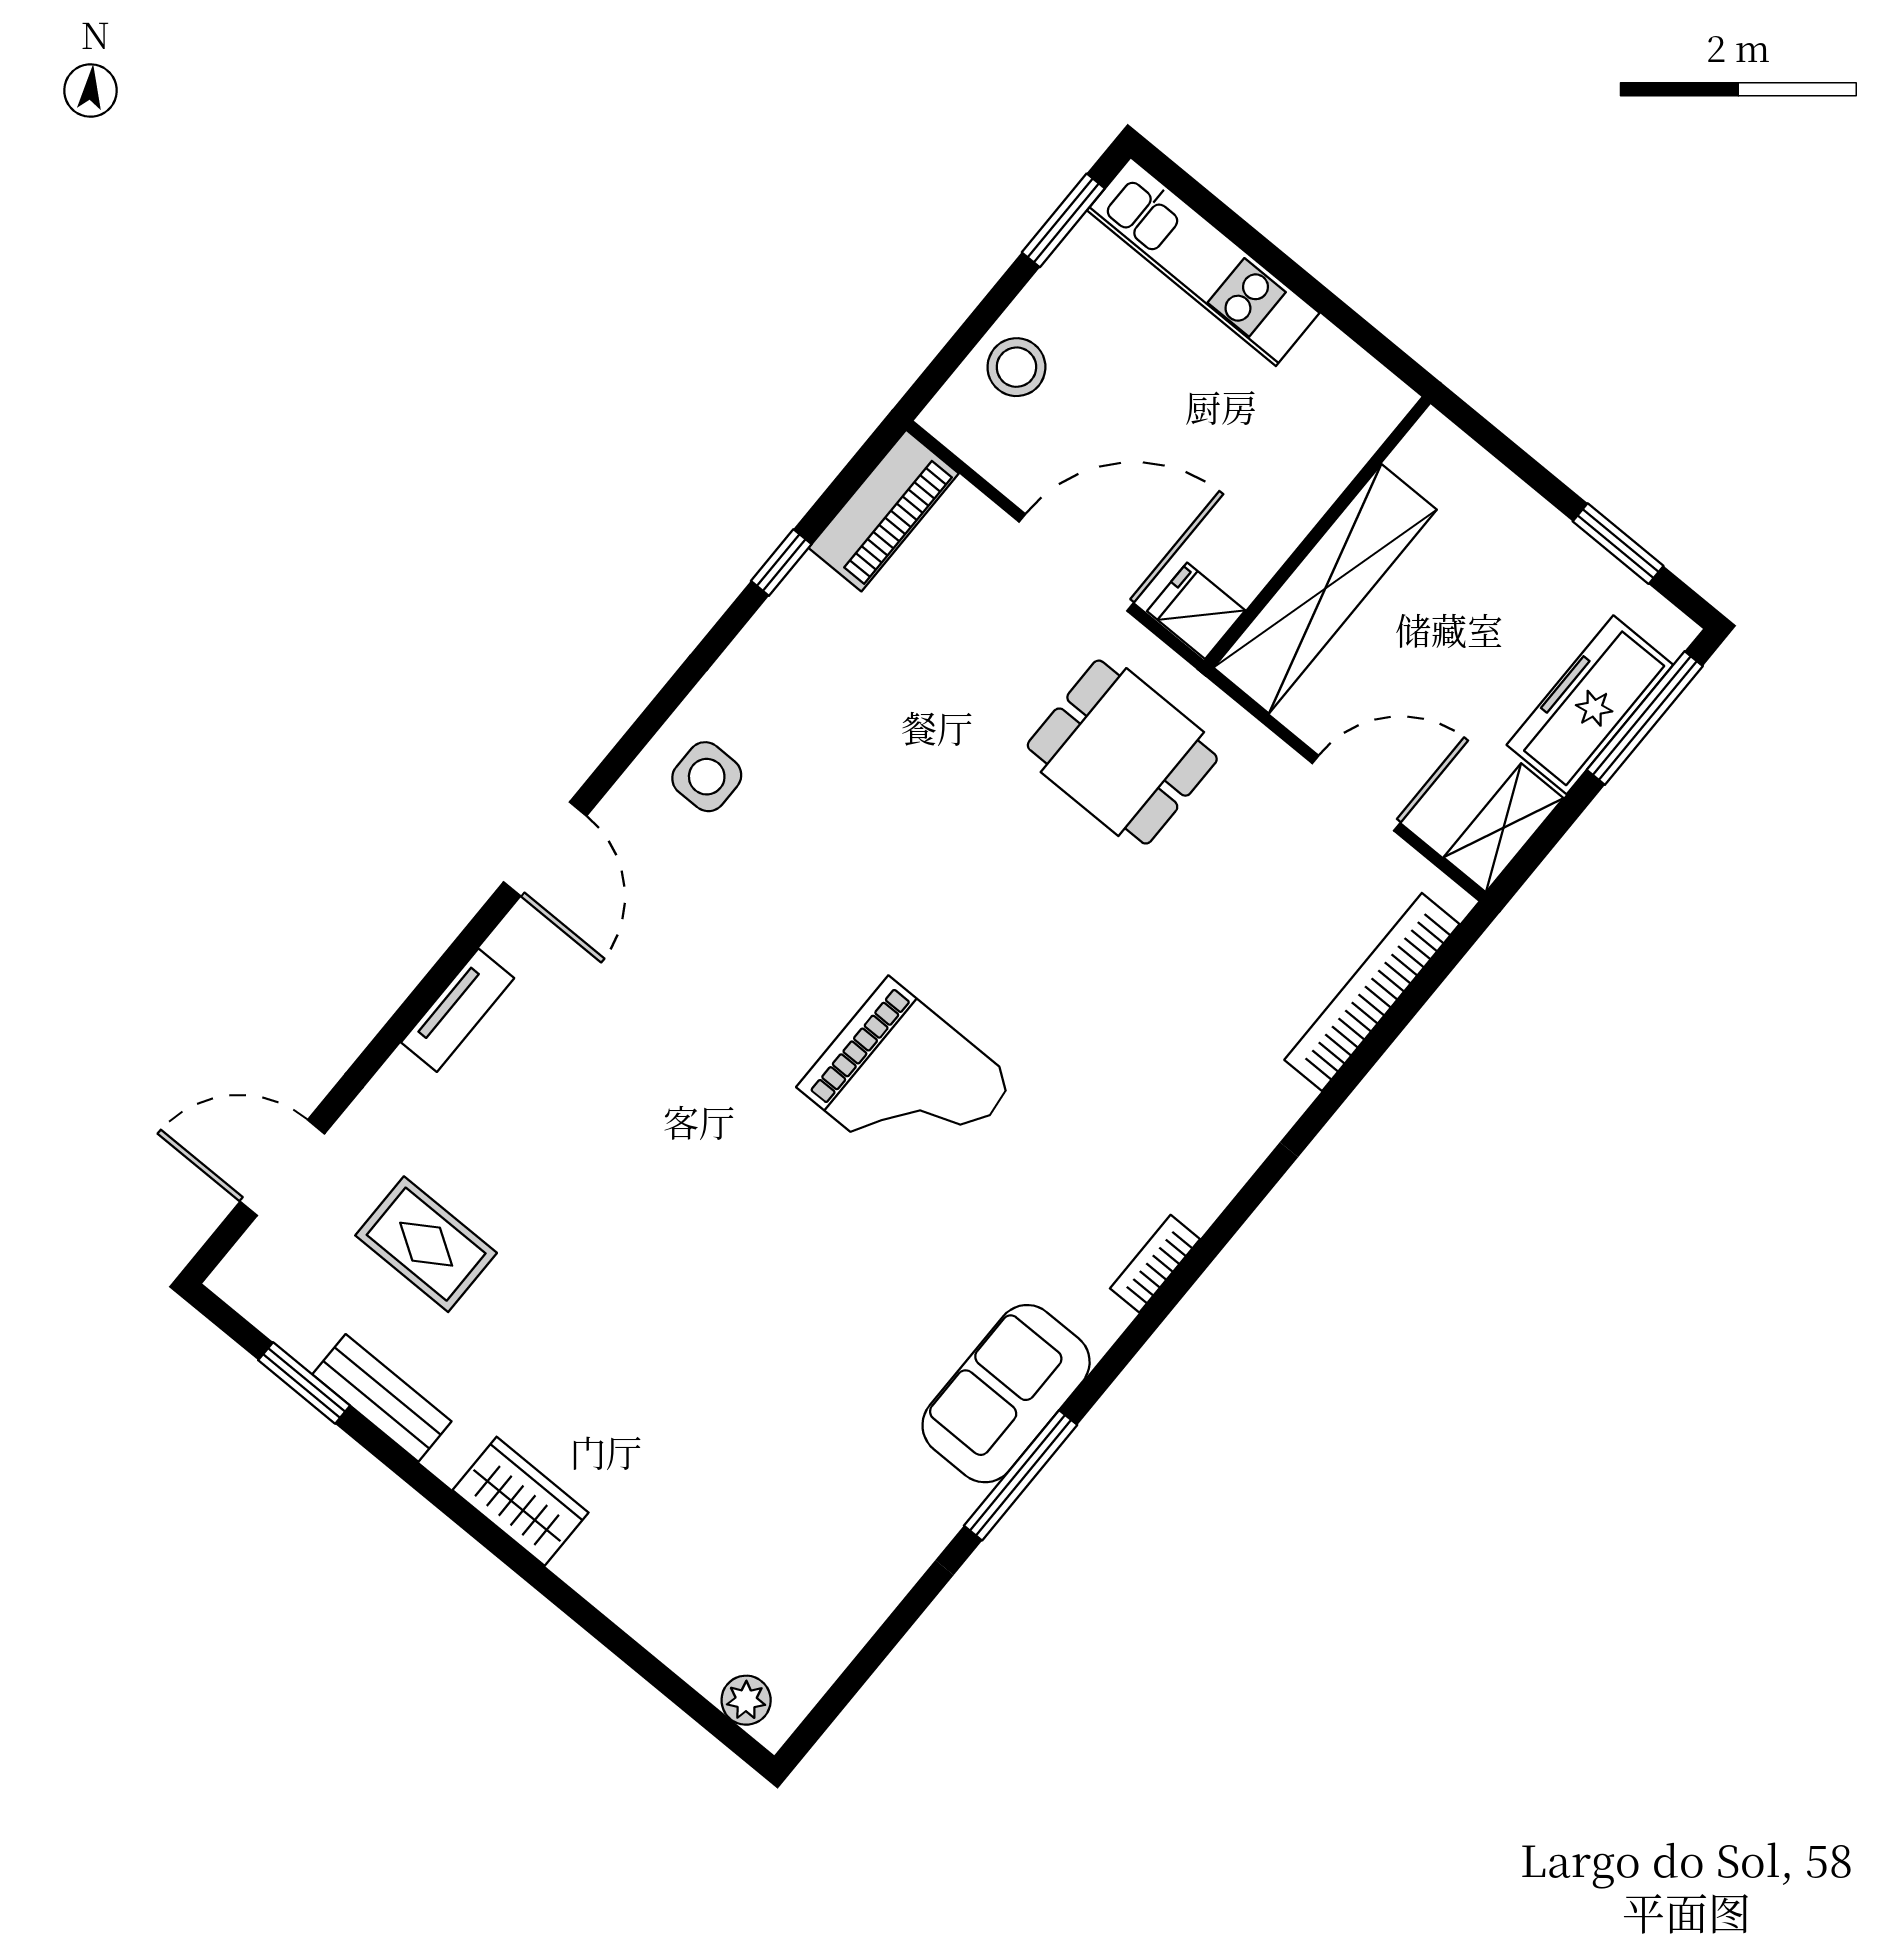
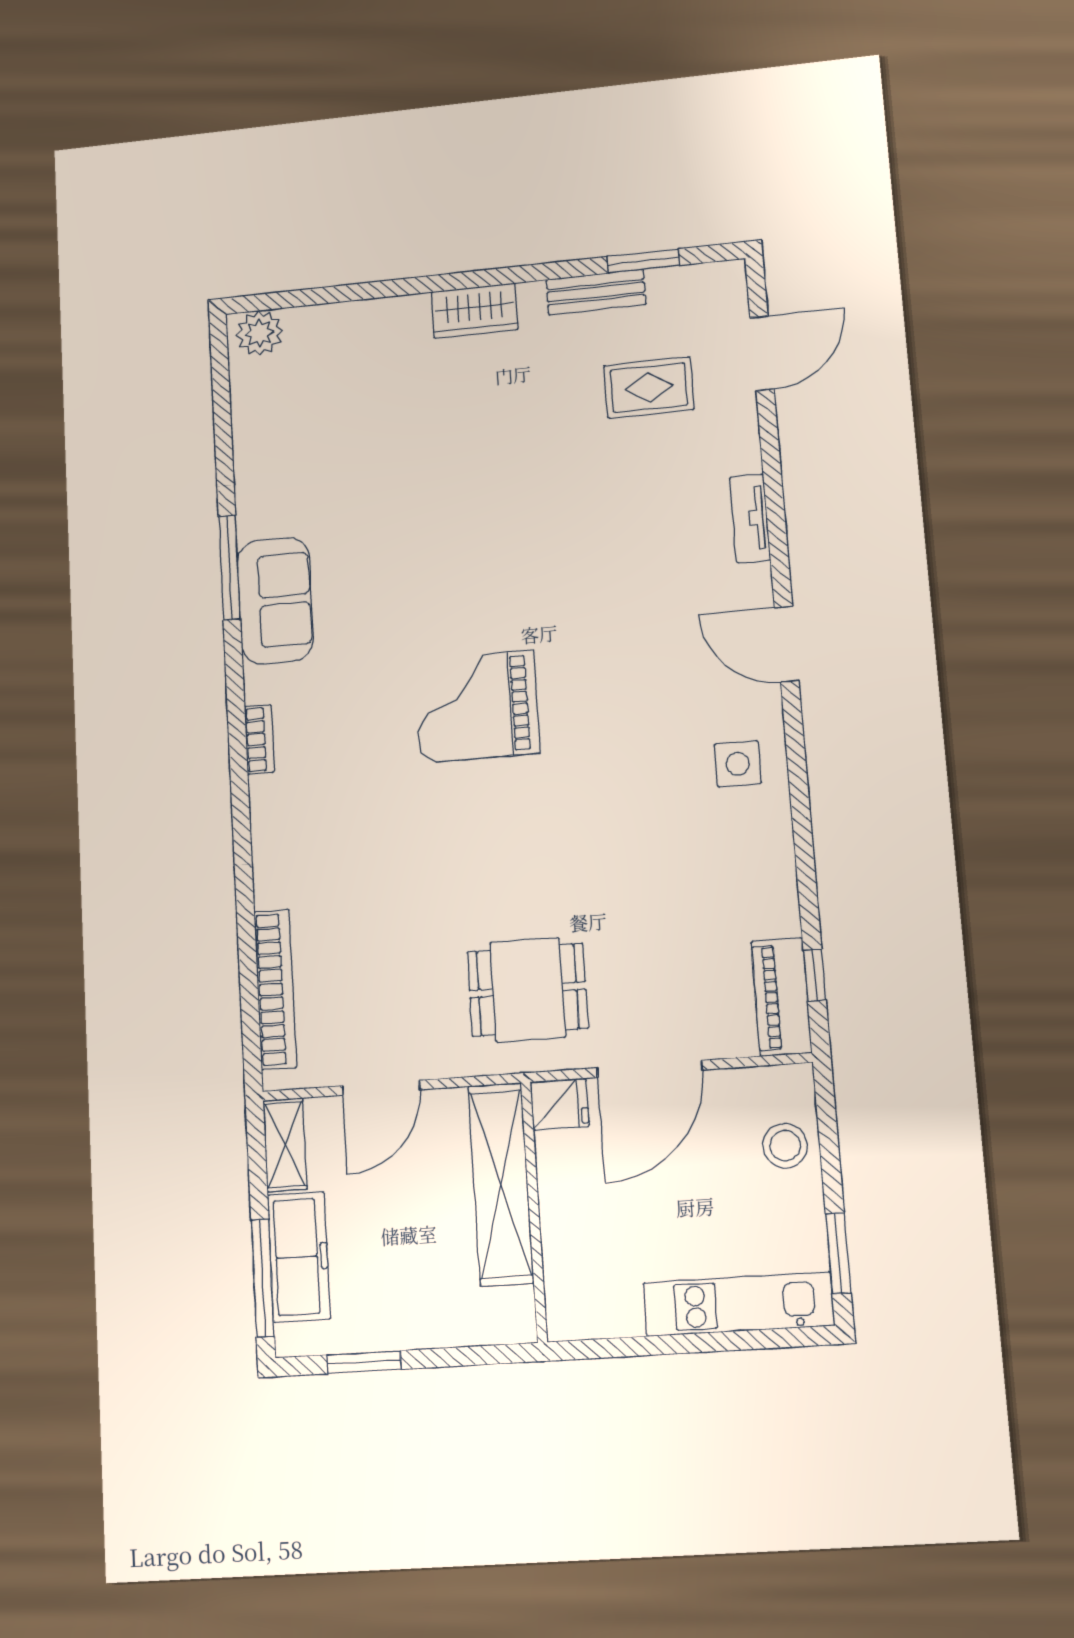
window: (781, 563) -> (815, 975), moved
plant: (746, 1700) -> (259, 333), width x1.38, depth x1.38

